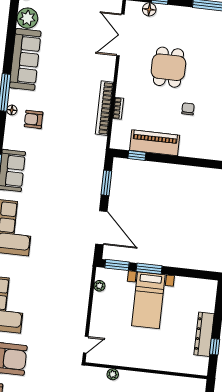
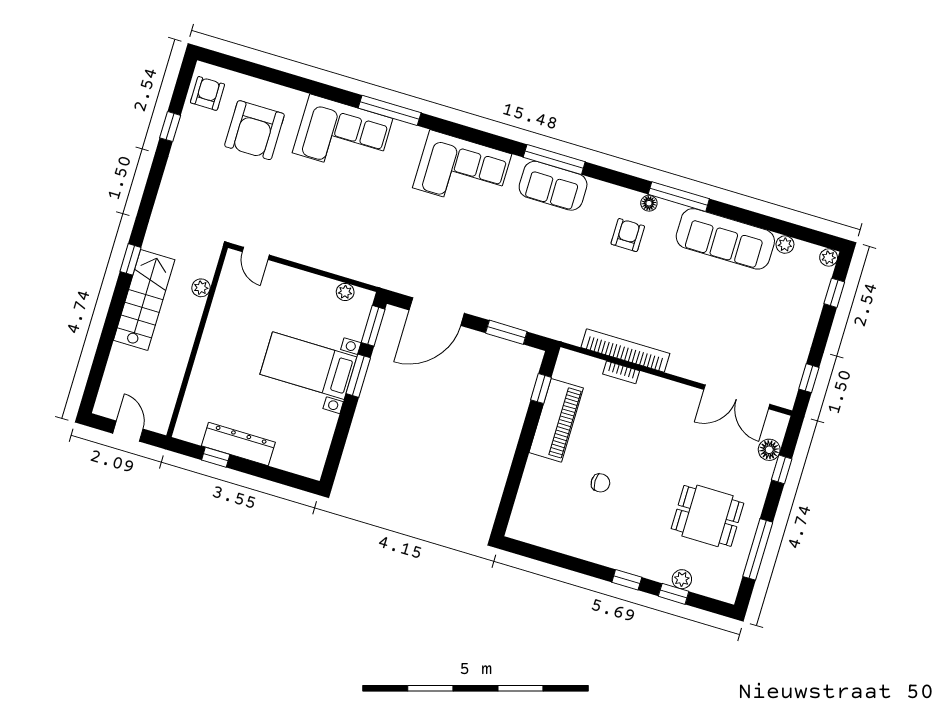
plant: (27, 18) -> (785, 245), width x0.53, depth x0.53
double door: (120, 35) -> (737, 397), swing flipped
dining table: (168, 67) -> (707, 516), moved

